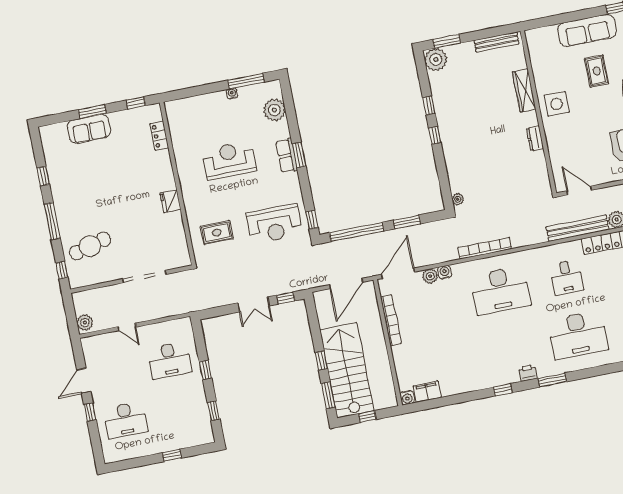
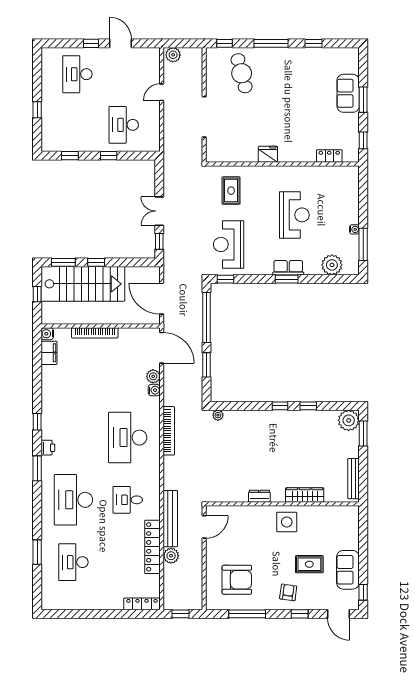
sofa: (587, 30) -> (348, 570), width x0.73
bookcase: (391, 320) -> (95, 333), moved

